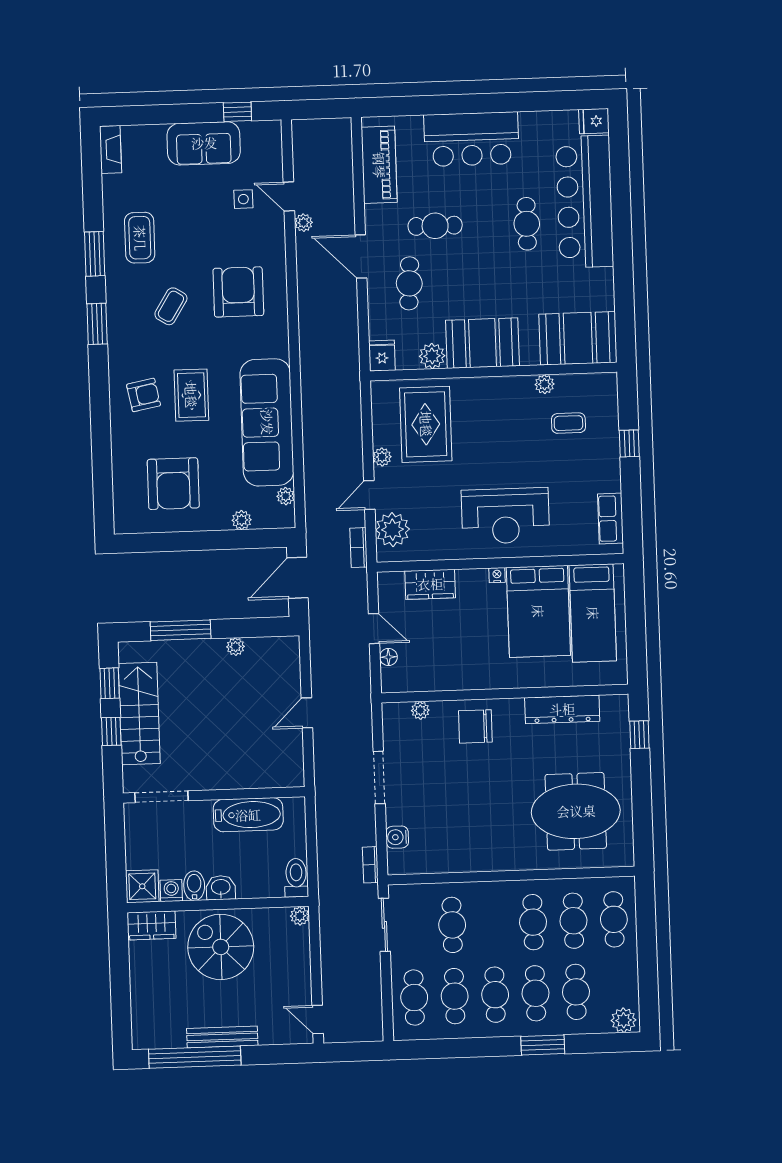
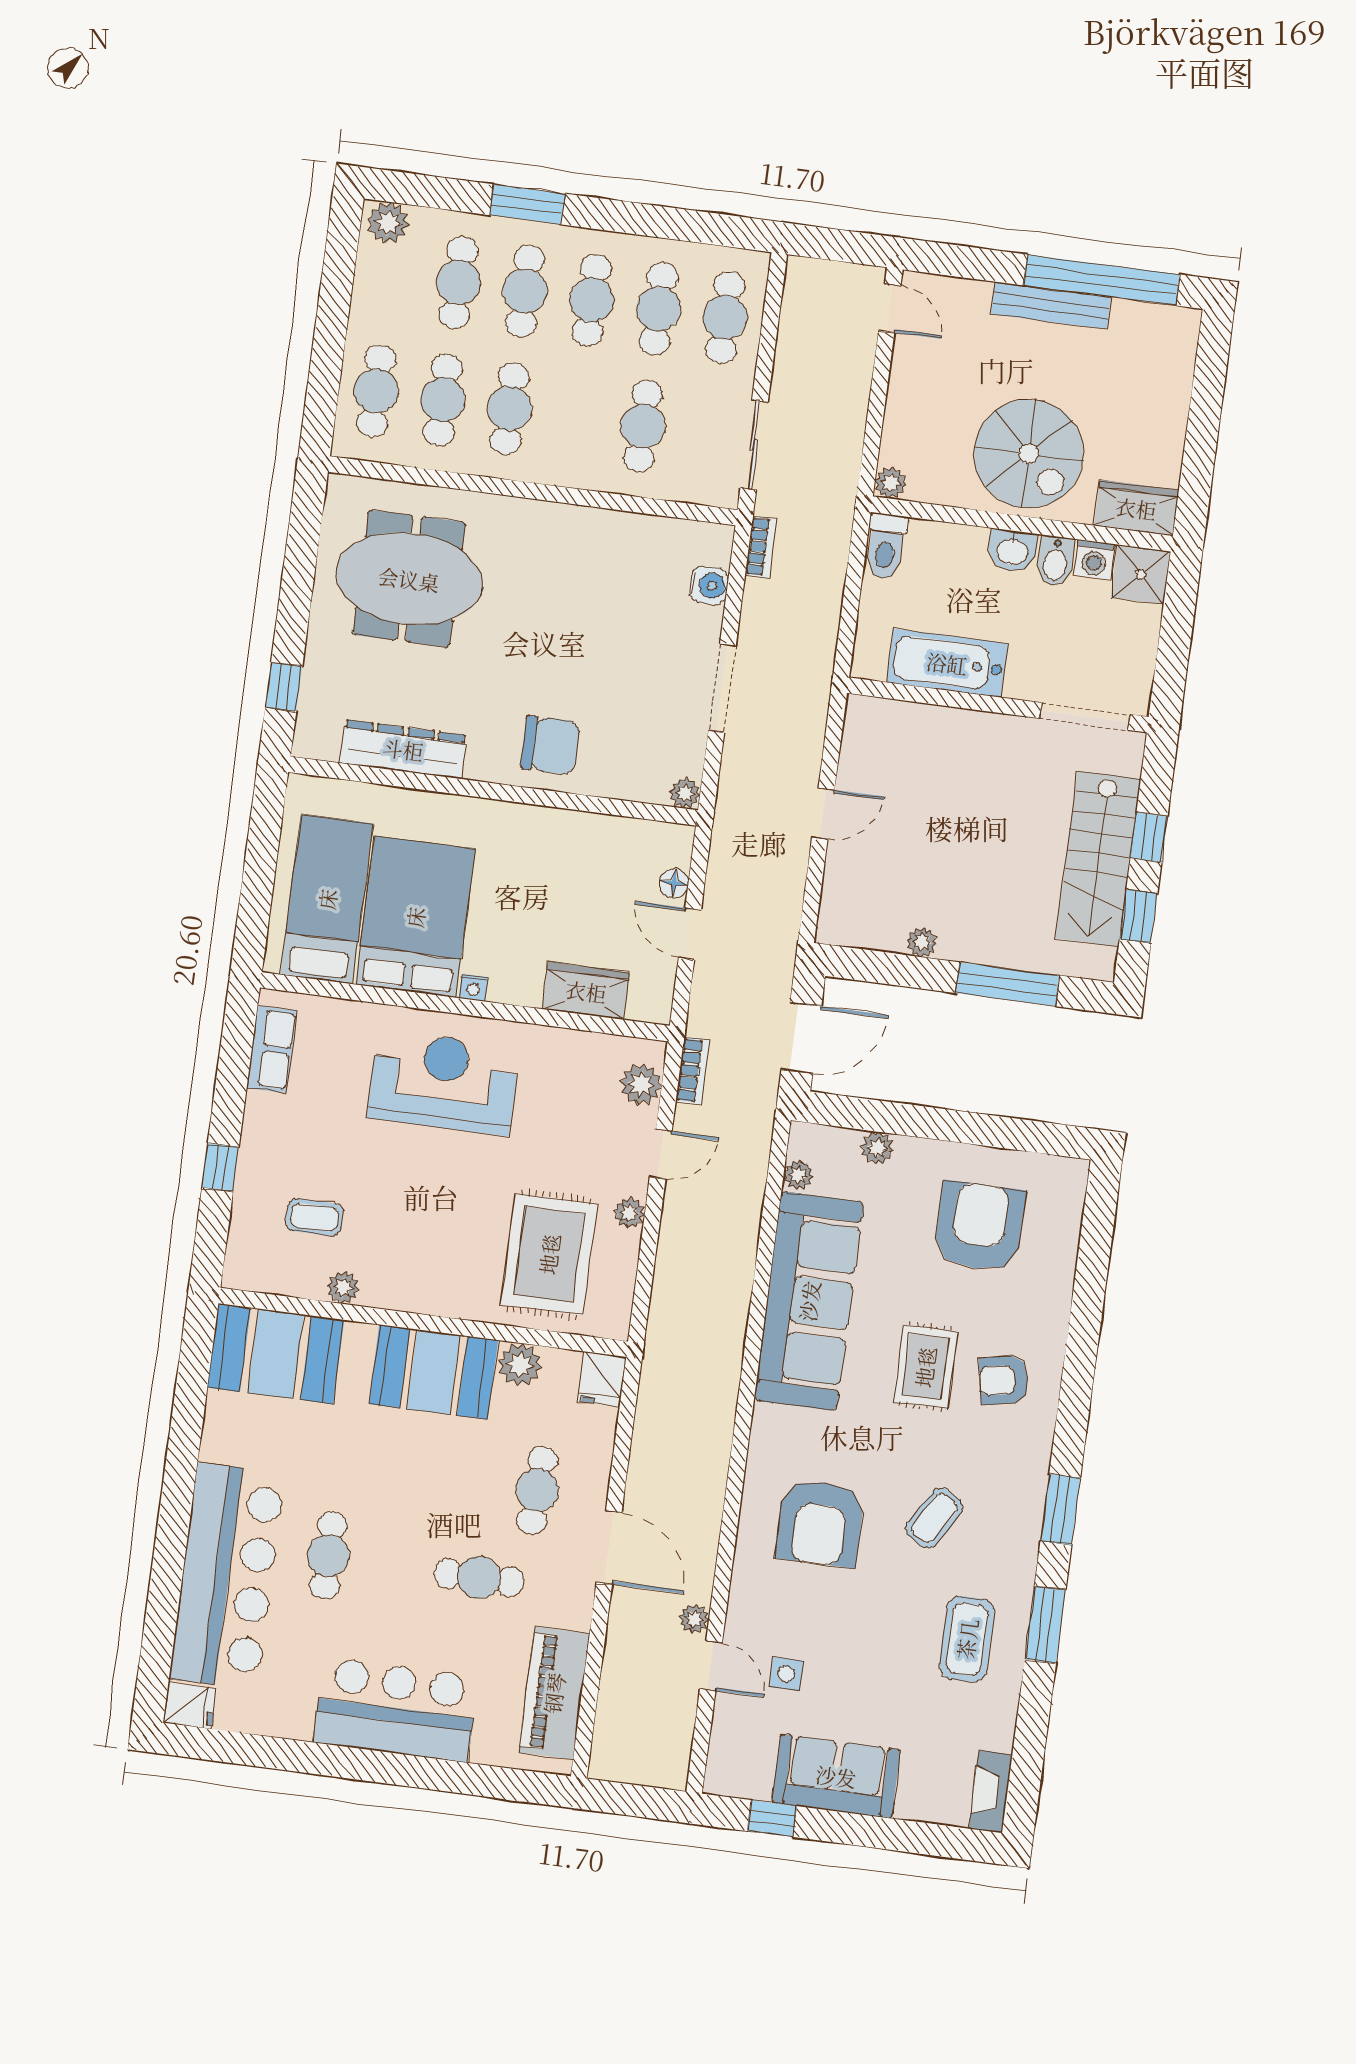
plant: (393, 530) -> (641, 1084), width x0.73, depth x0.73
plant: (420, 710) -> (685, 793), moved

